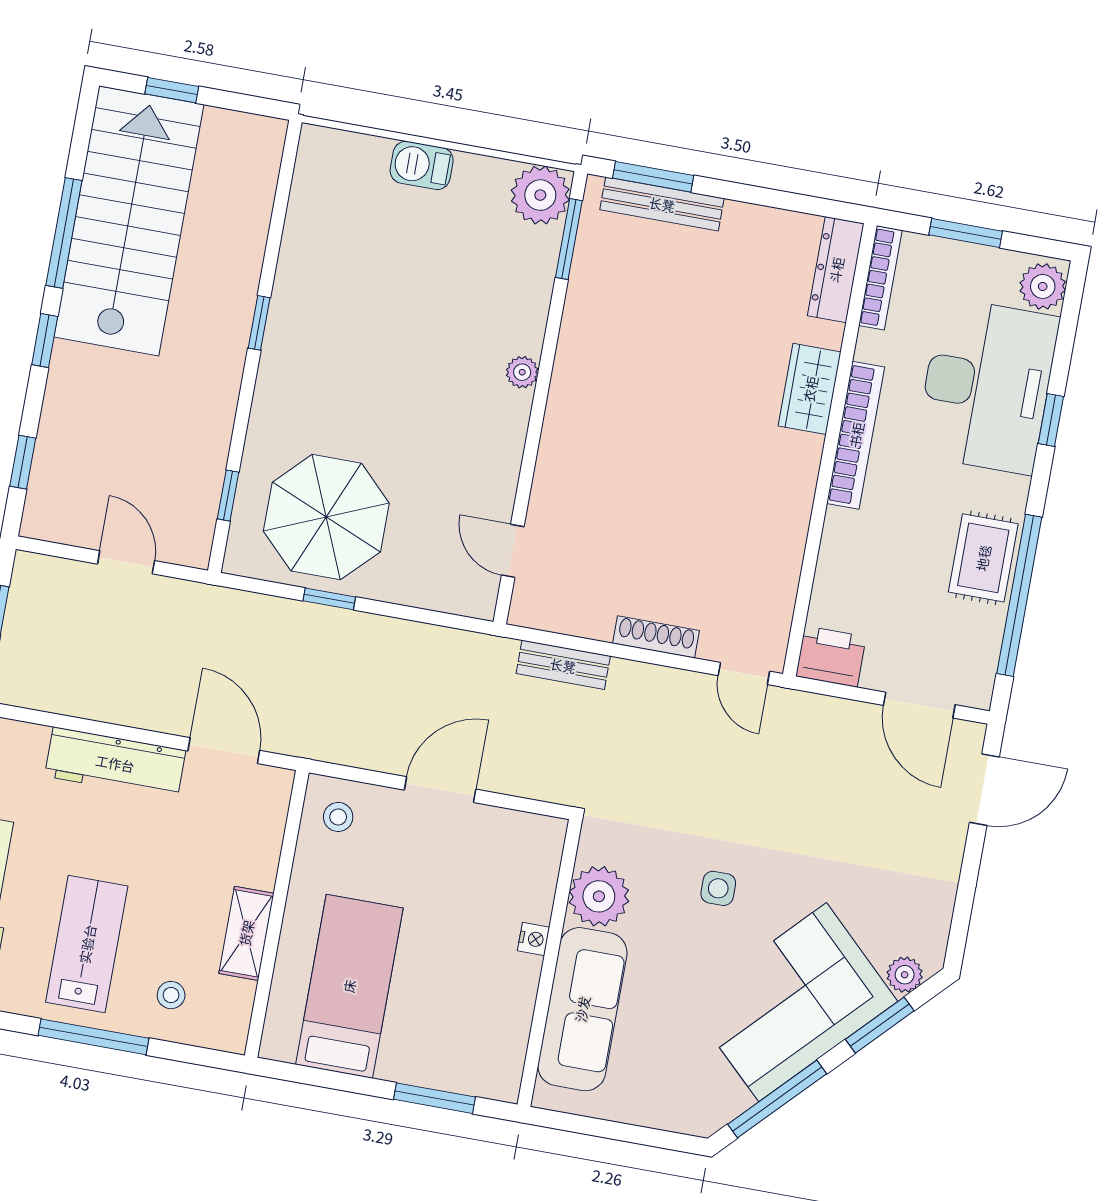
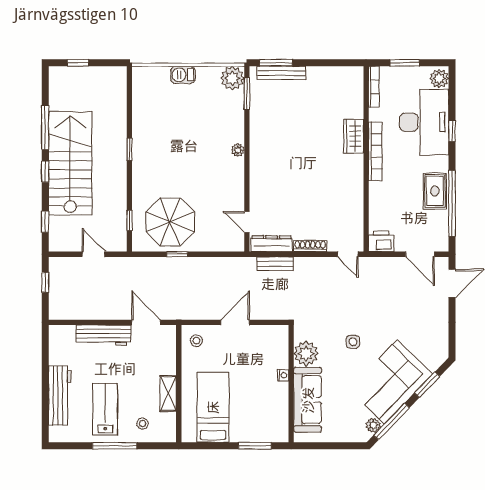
stairs: (129, 221) -> (70, 163), moved
dresser: (836, 270) -> (272, 244), moved, turned 90
plant: (905, 975) -> (373, 425), moved

